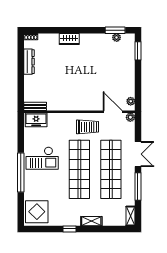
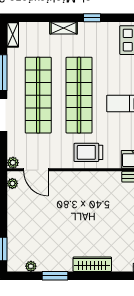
window: (115, 30) -> (55, 276), moved
wardrobe: (69, 39) -> (92, 264), width x1.50
trolley: (88, 127) -> (88, 152), moved

